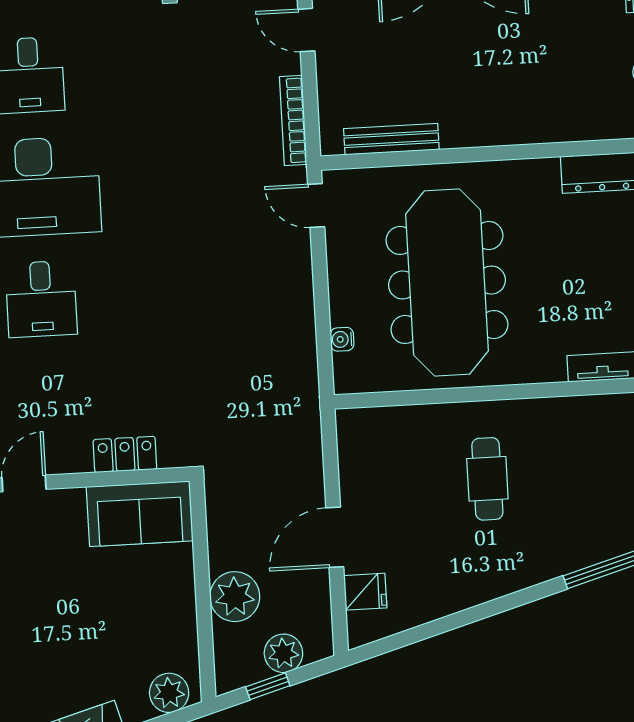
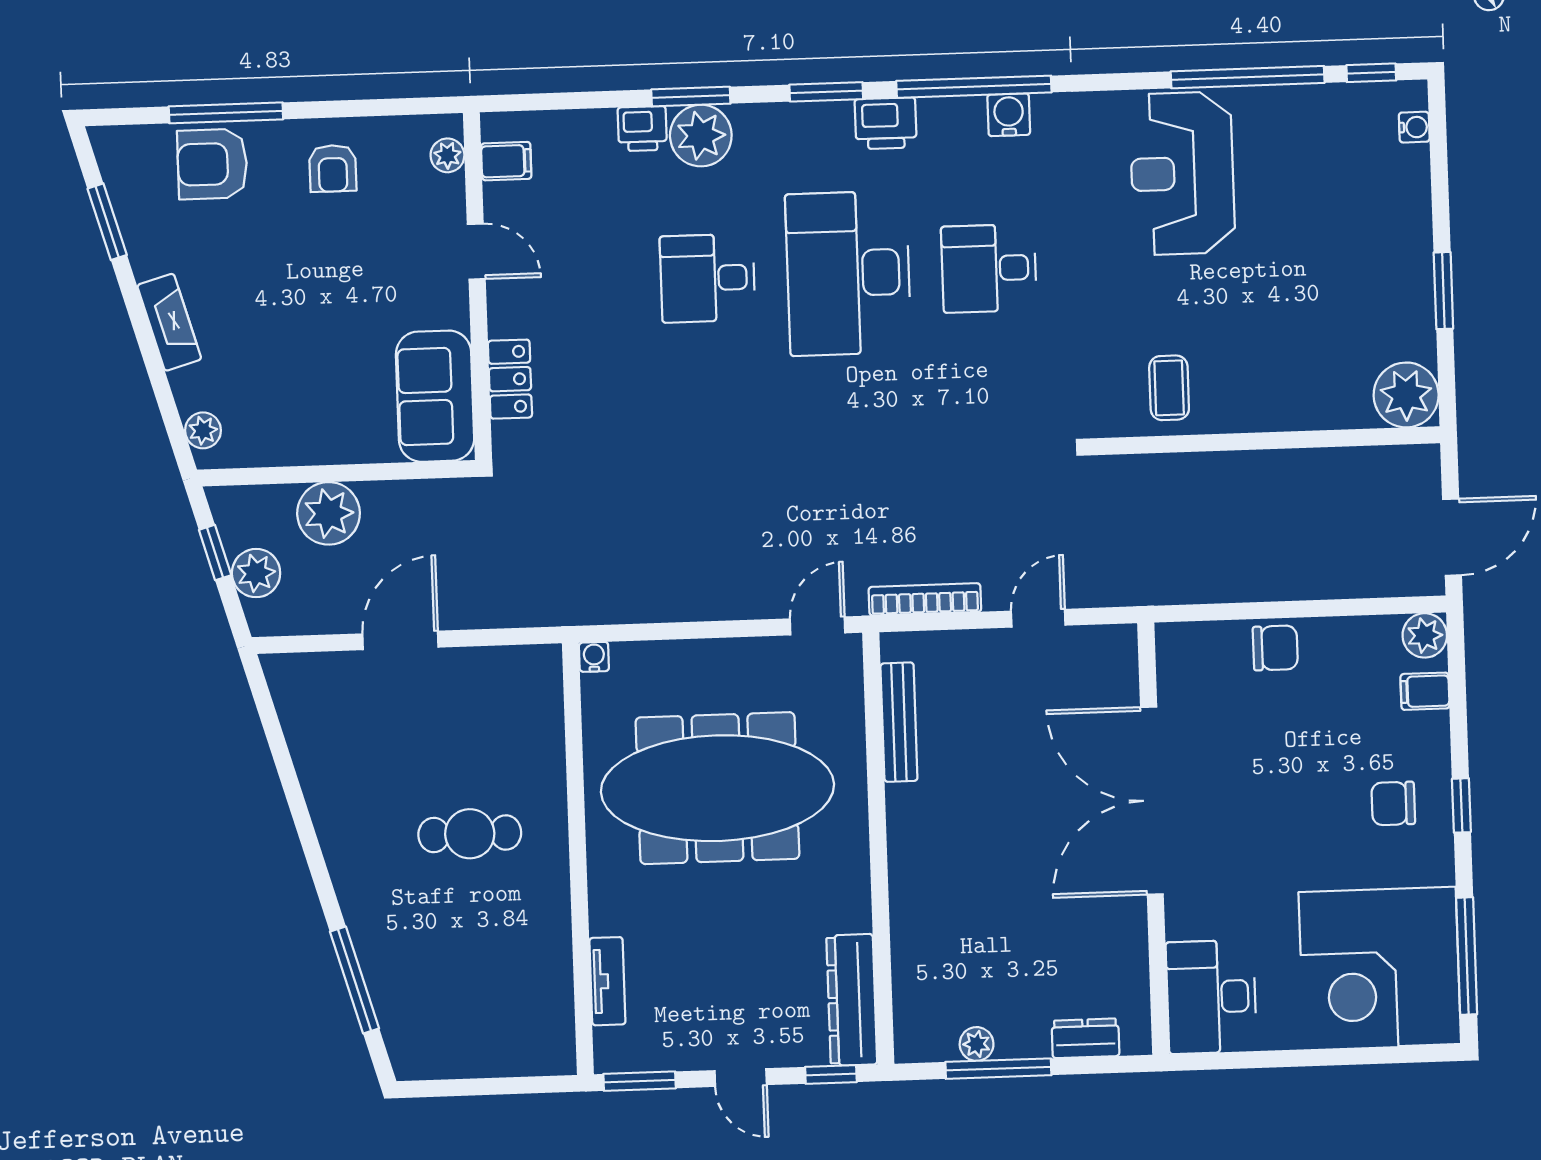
water cooler: (342, 339) -> (594, 657), moved
door: (335, 537) -> (400, 640), hinge flipped
fridge: (365, 592) -> (331, 677), removed
plant: (169, 693) -> (203, 430), width x0.73, depth x0.73

